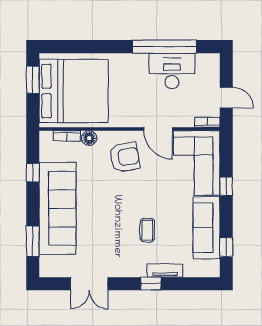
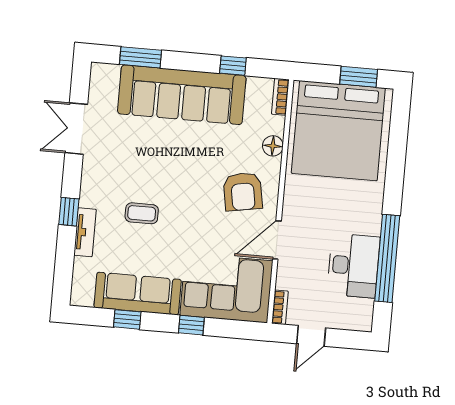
bookcase: (67, 136) -> (280, 97), moved
window: (226, 247) -> (127, 319), moved

